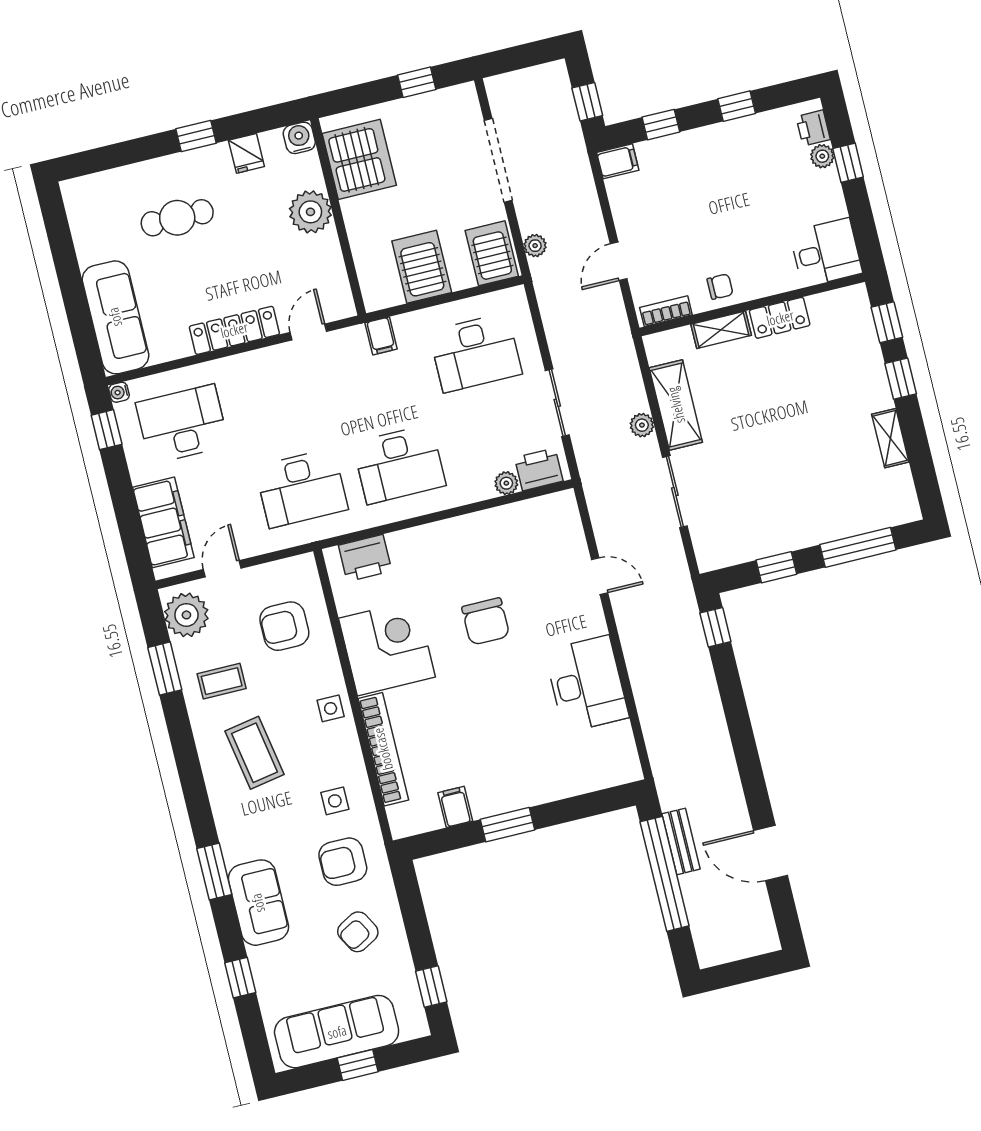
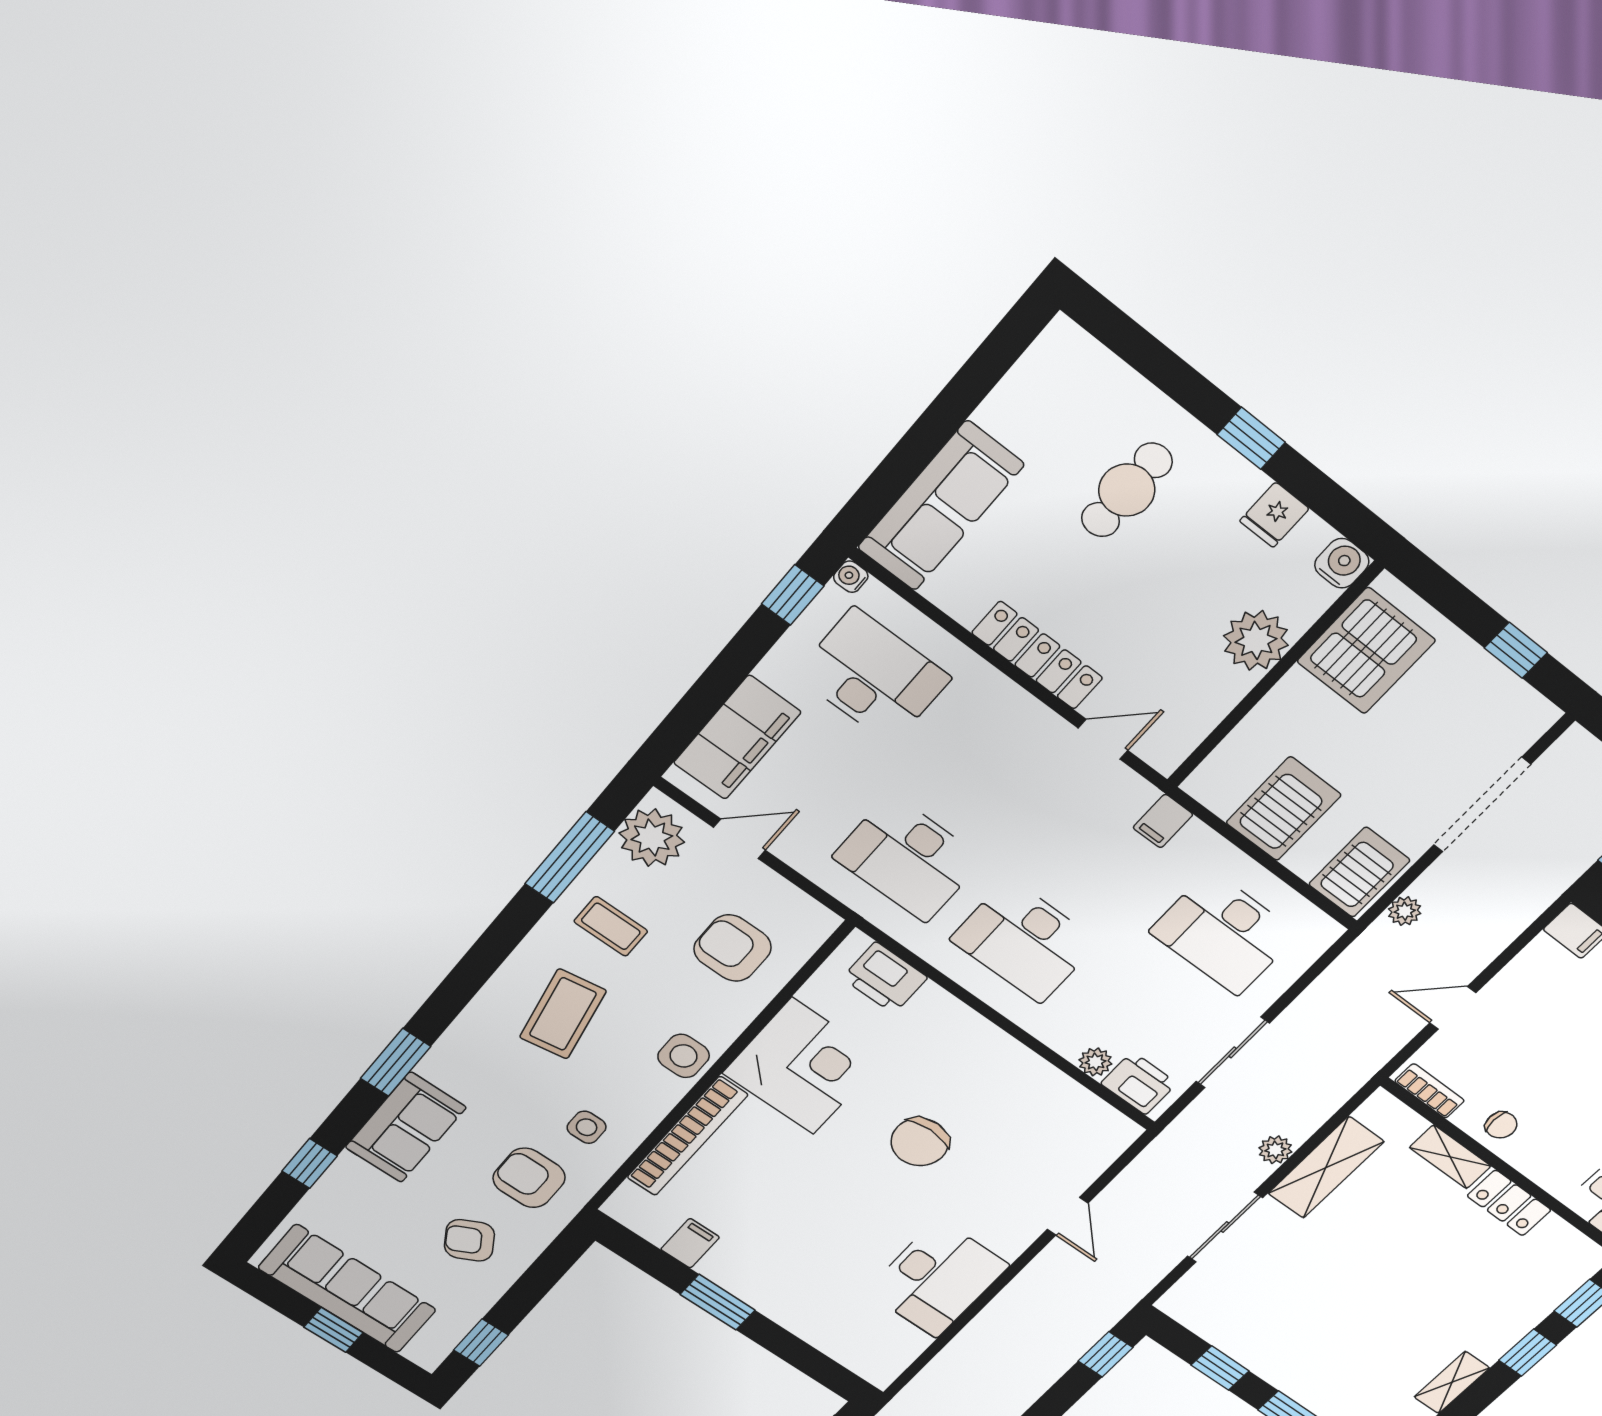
cafe table: (177, 218) -> (1127, 490), turned 90
window: (165, 669) -> (570, 857), width x1.44
side table: (331, 708) -> (684, 1056), width x1.37, depth x1.37

